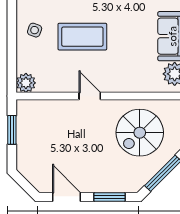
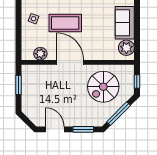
plant: (26, 83) -> (40, 54), moved
door: (90, 96) -> (70, 62), width x1.87

